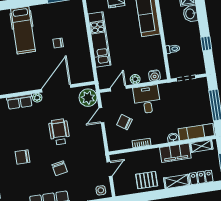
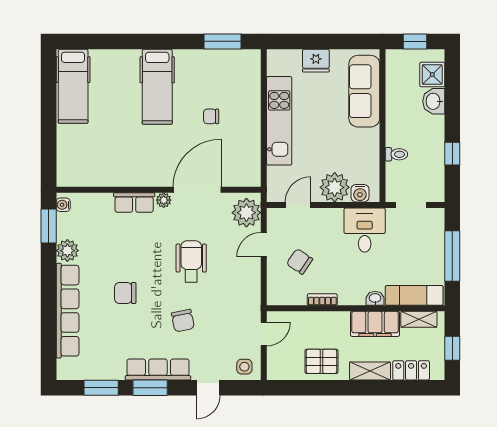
plant: (135, 79) -> (335, 187), width x1.88, depth x1.88
desk: (147, 99) -> (365, 230), moved

